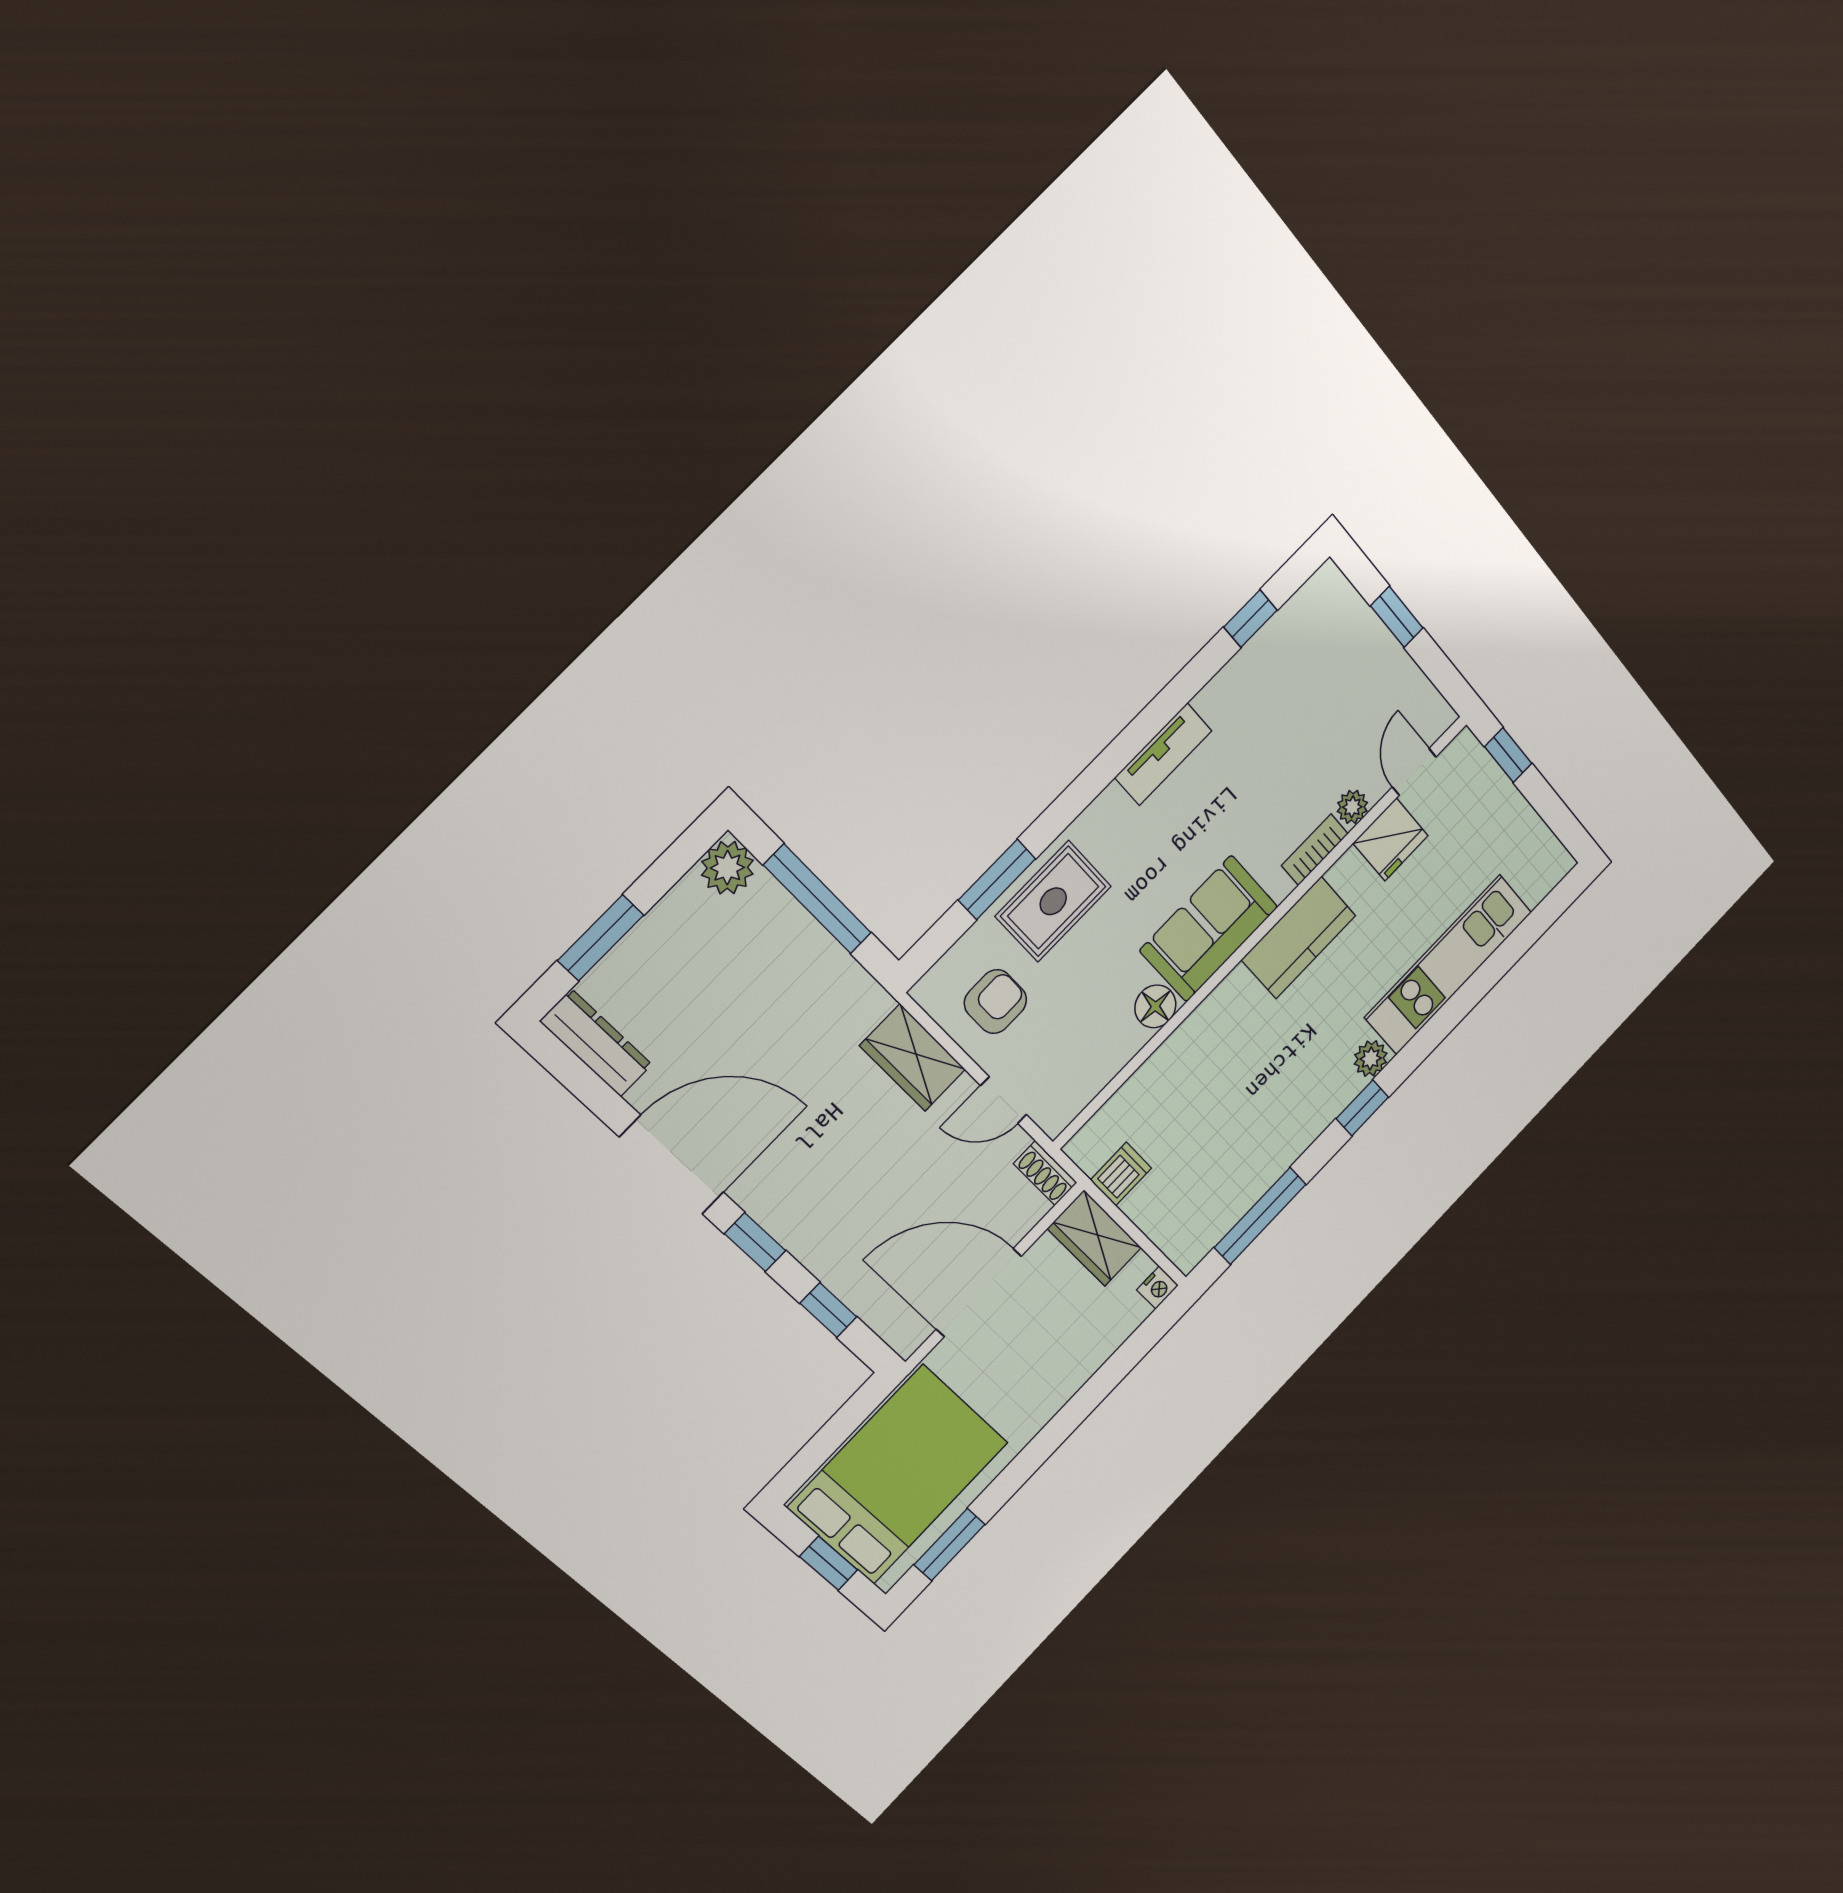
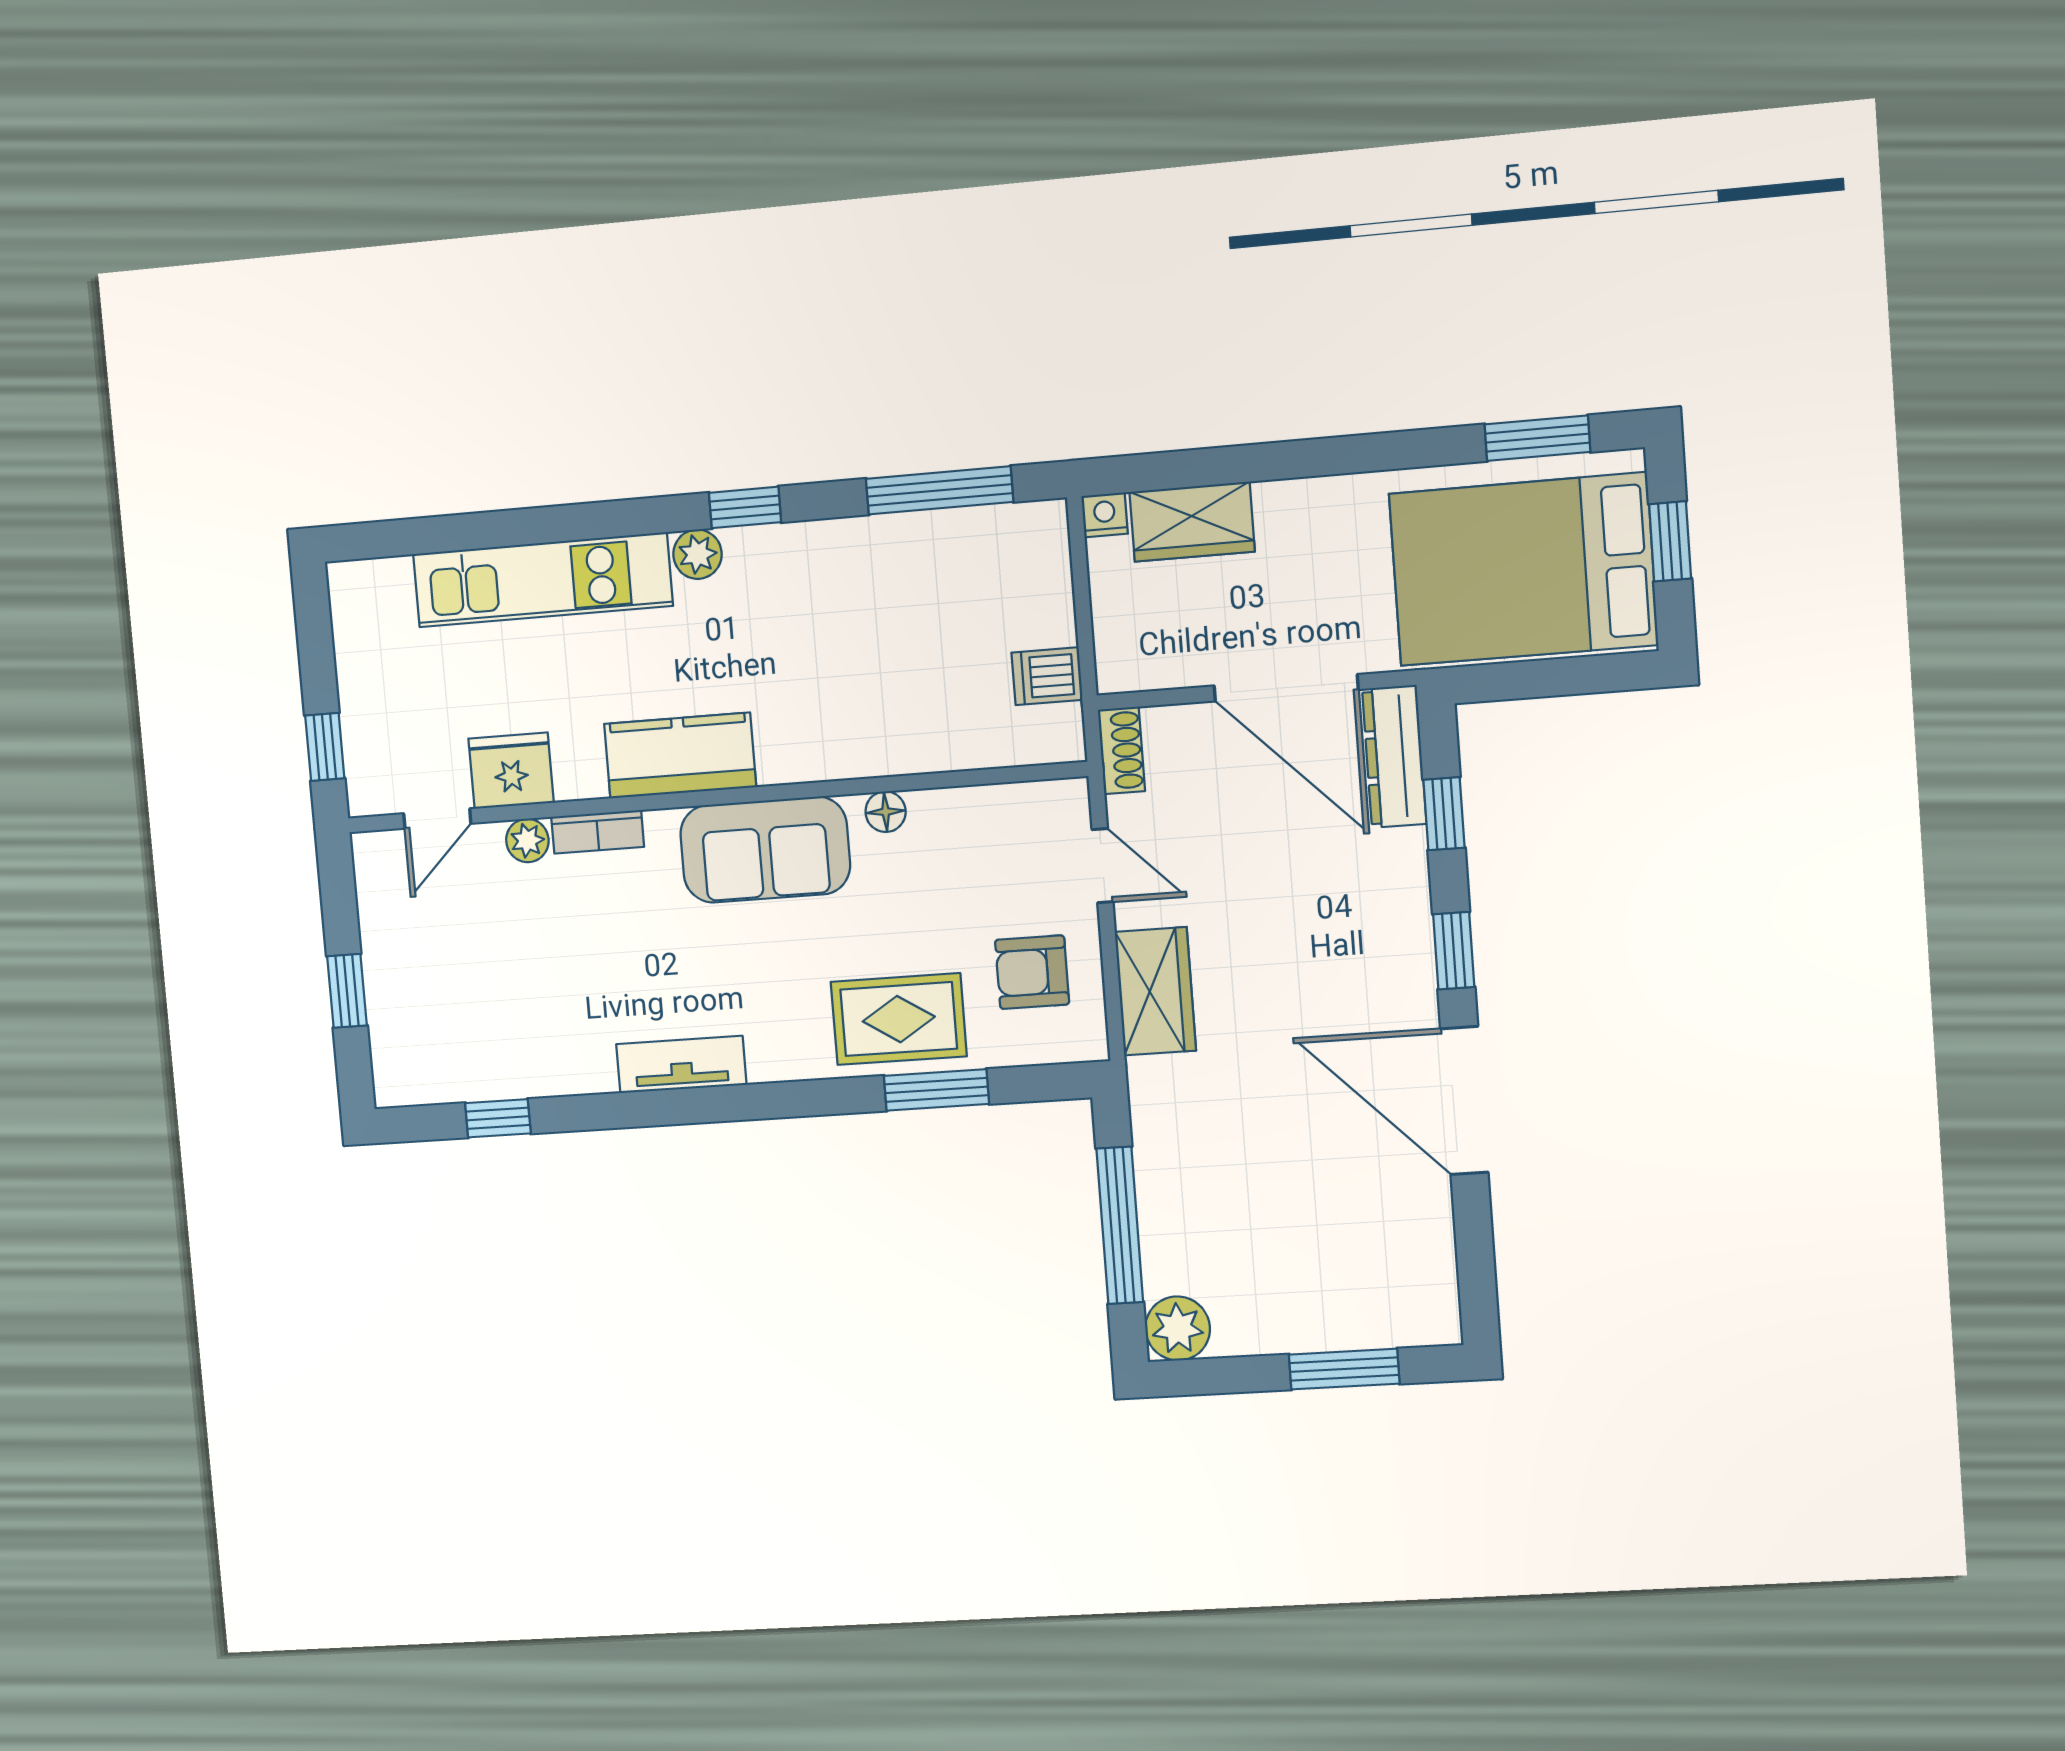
floor lamp: (1155, 1006) -> (886, 812), width x0.73, depth x0.73
dresser: (596, 1043) -> (1394, 756), moved
wardrobe: (1094, 1238) -> (1192, 522), moved, turned 90

